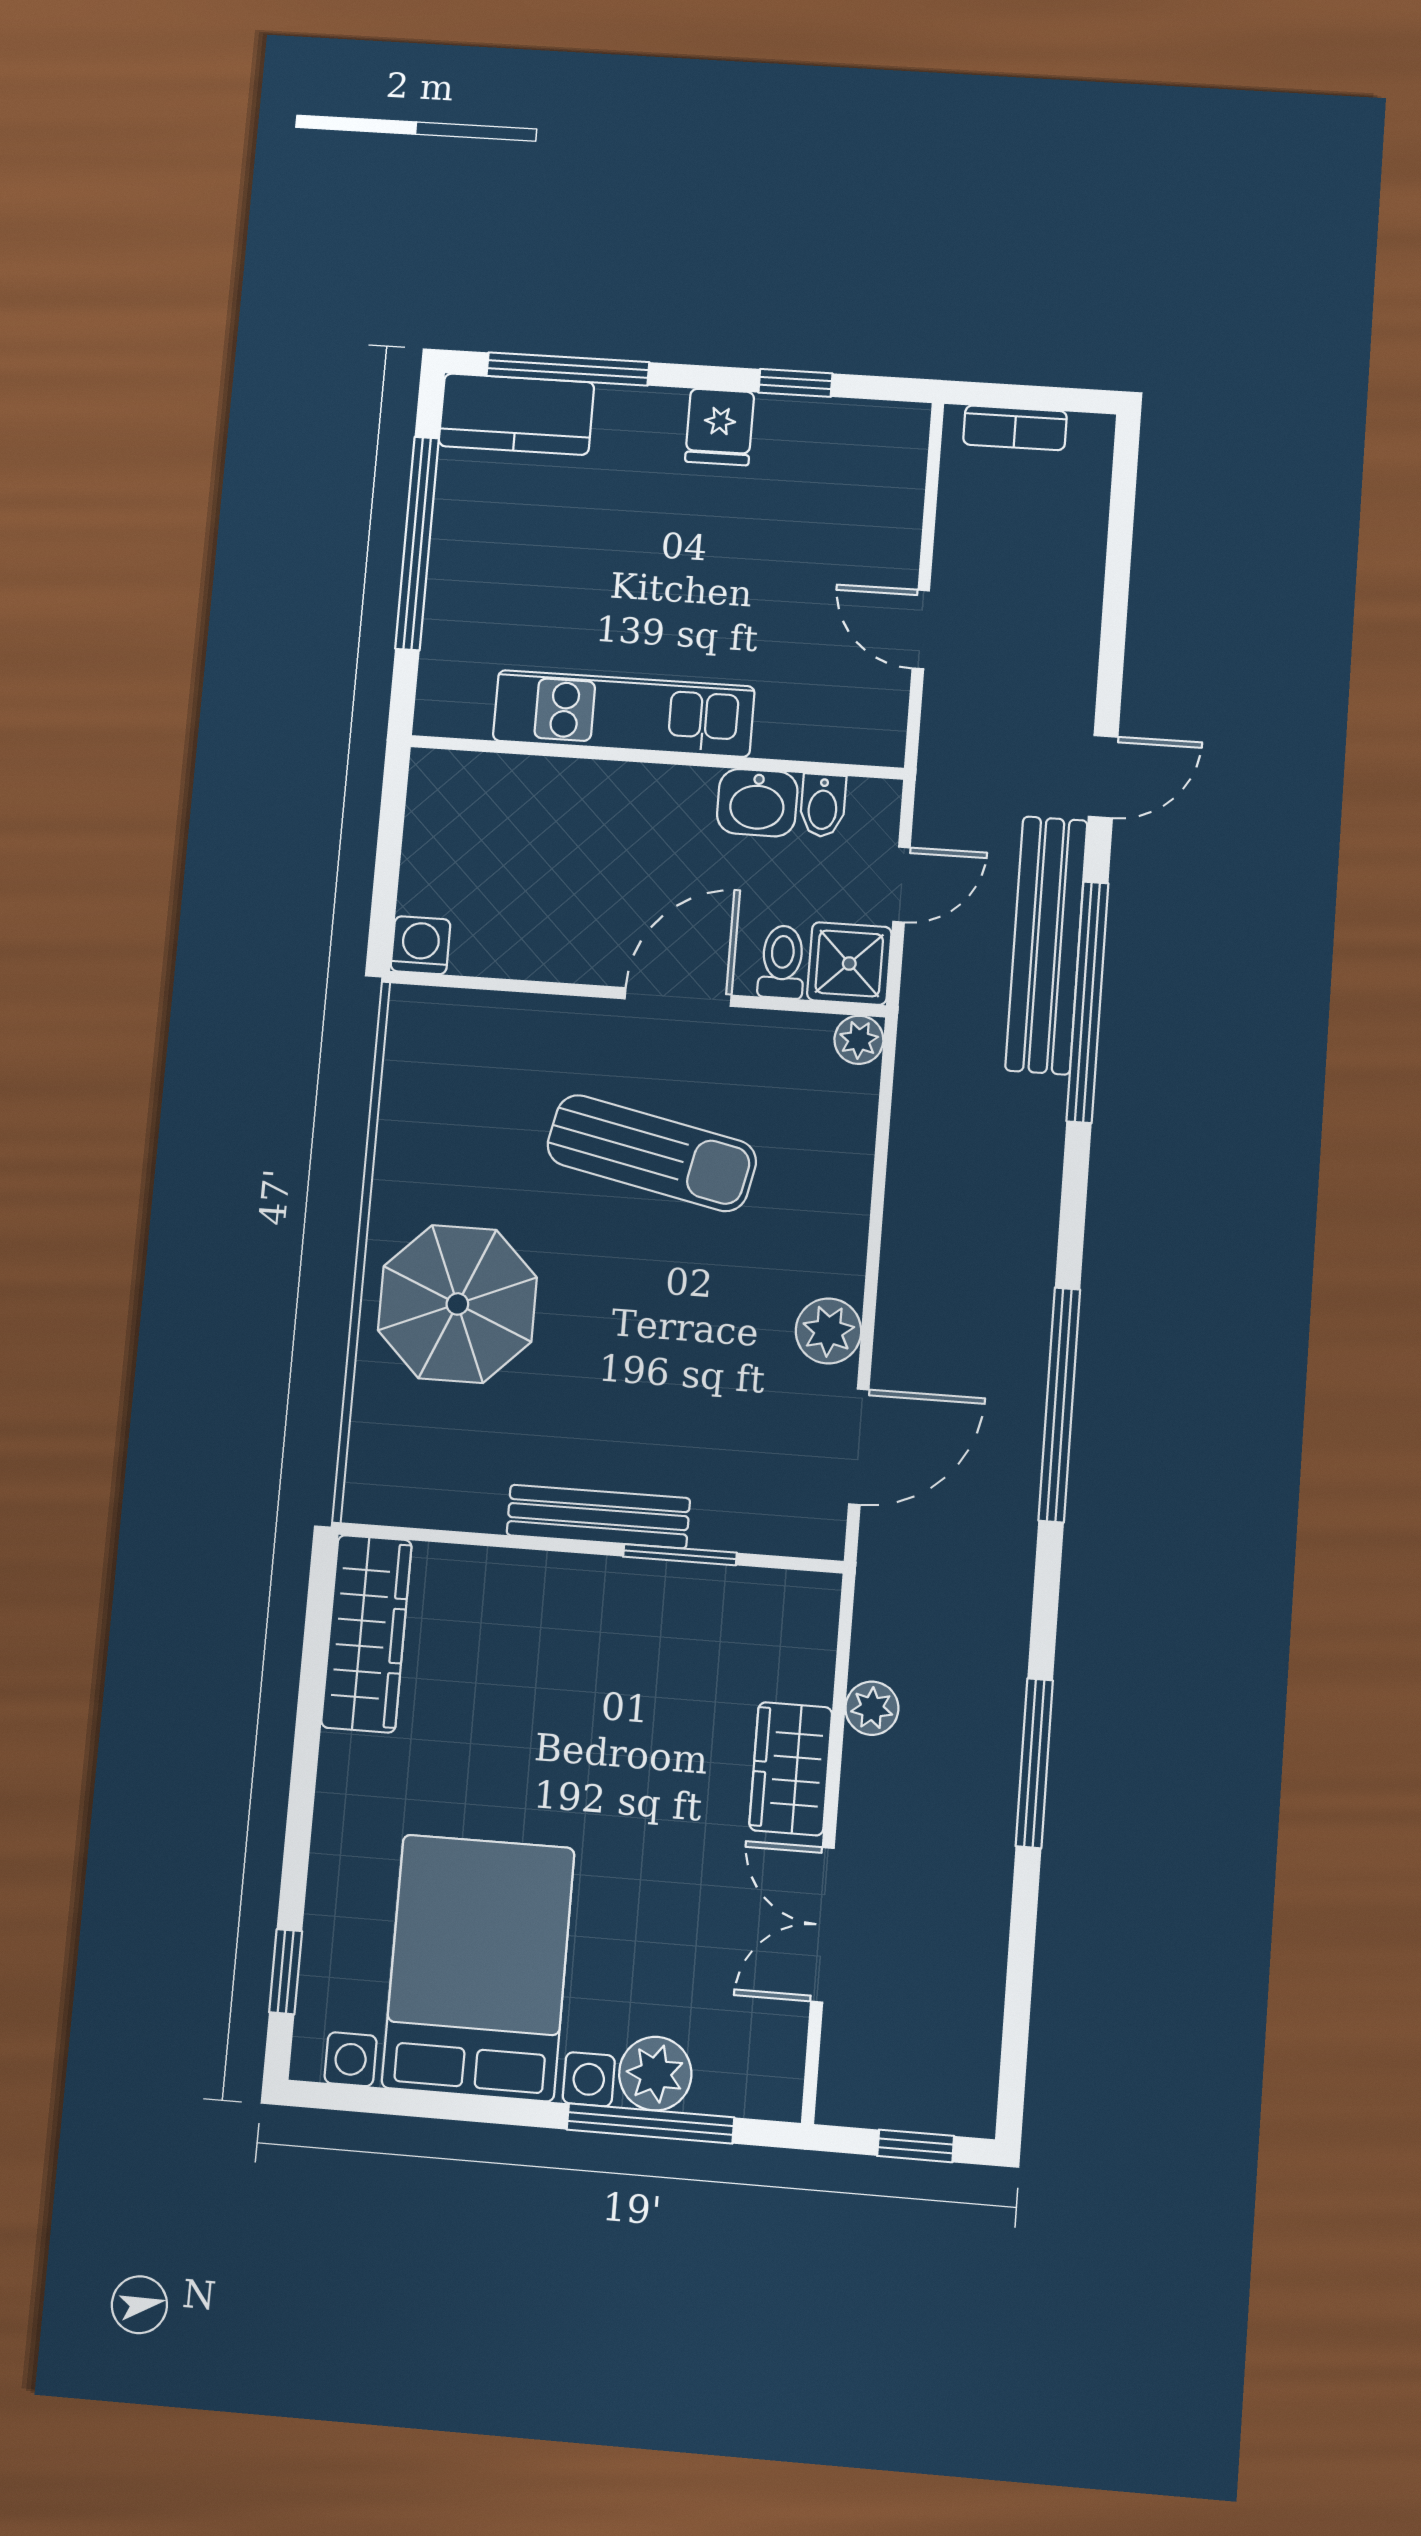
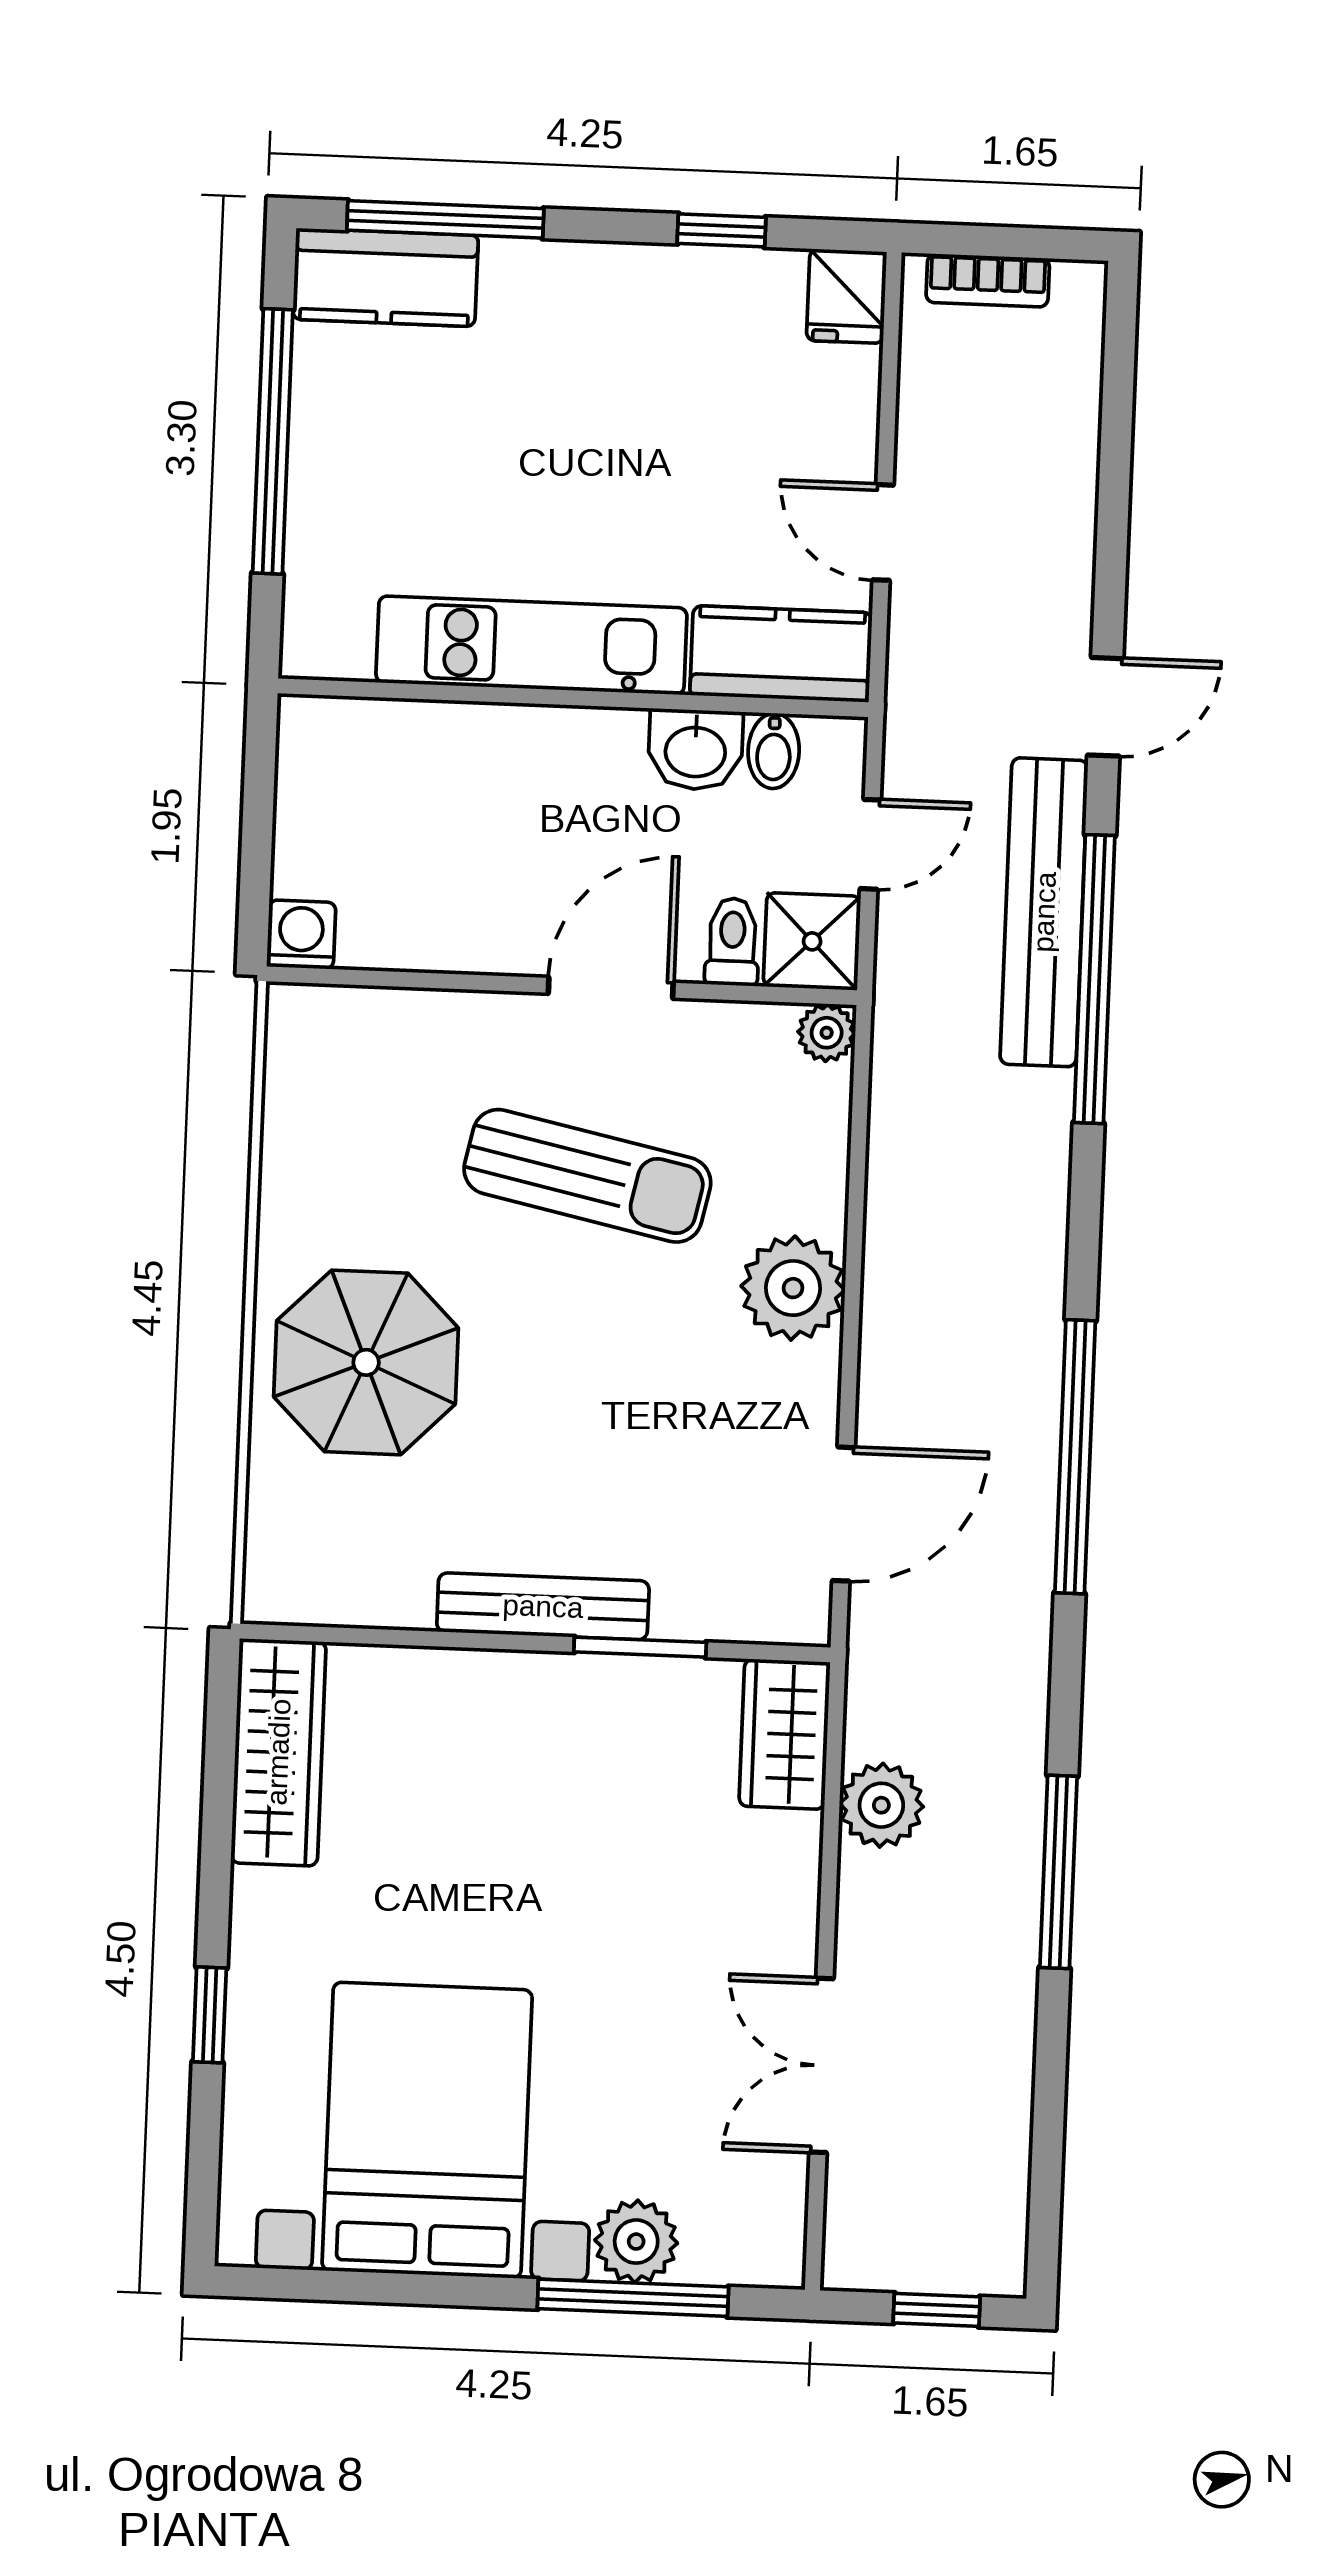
fridge: (720, 427) -> (847, 296), moved
kitchen counter: (832, 726) -> (781, 654), added
plant: (828, 1331) -> (793, 1288), moved, width x1.36, depth x1.36
plant: (872, 1708) -> (881, 1805), width x1.38, depth x1.38
wardrobe: (791, 1769) -> (785, 1734), moved
window: (286, 1972) -> (210, 2015), moved

